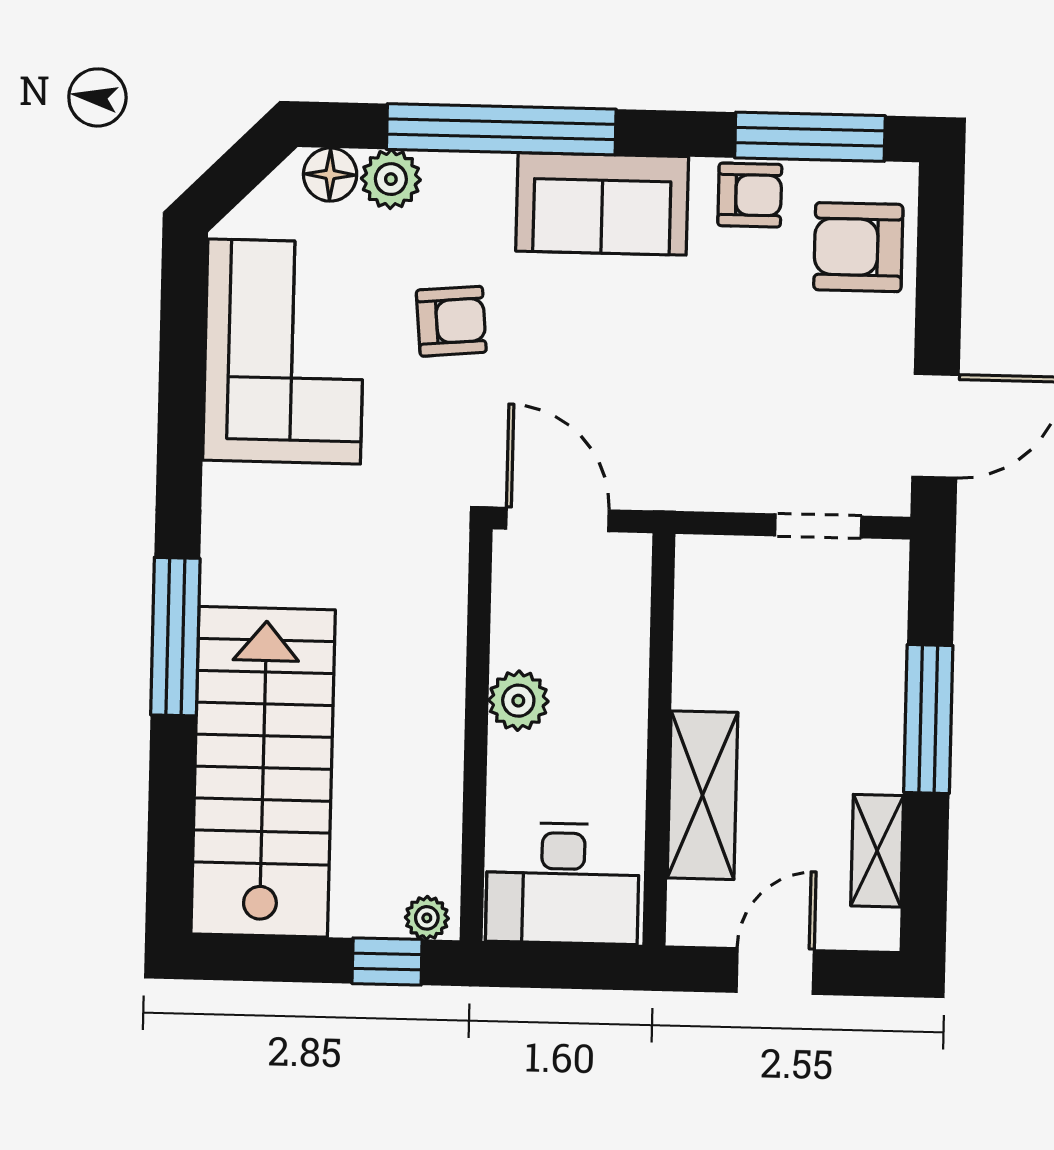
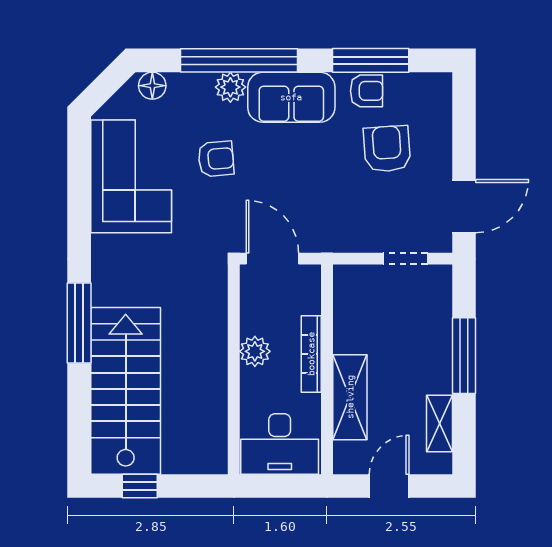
window: (810, 137) -> (371, 60), moved
plant: (391, 179) -> (230, 87), moved
armchair: (858, 247) -> (387, 149), moved, turned 86
bookcase: (629, 708) -> (311, 354), added
plant: (427, 918) -> (211, 463), removed
window: (387, 962) -> (140, 486), moved

